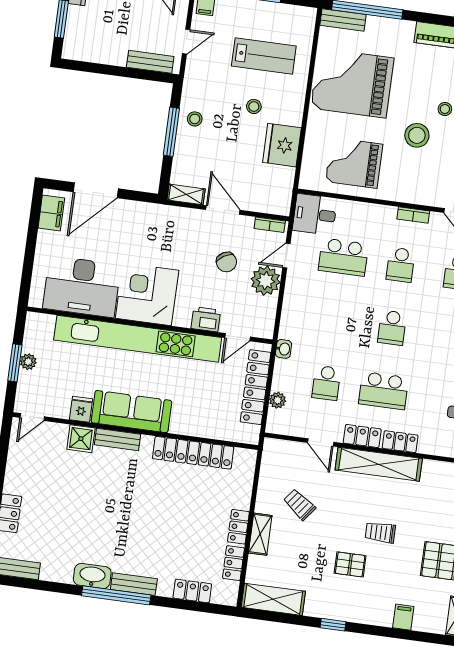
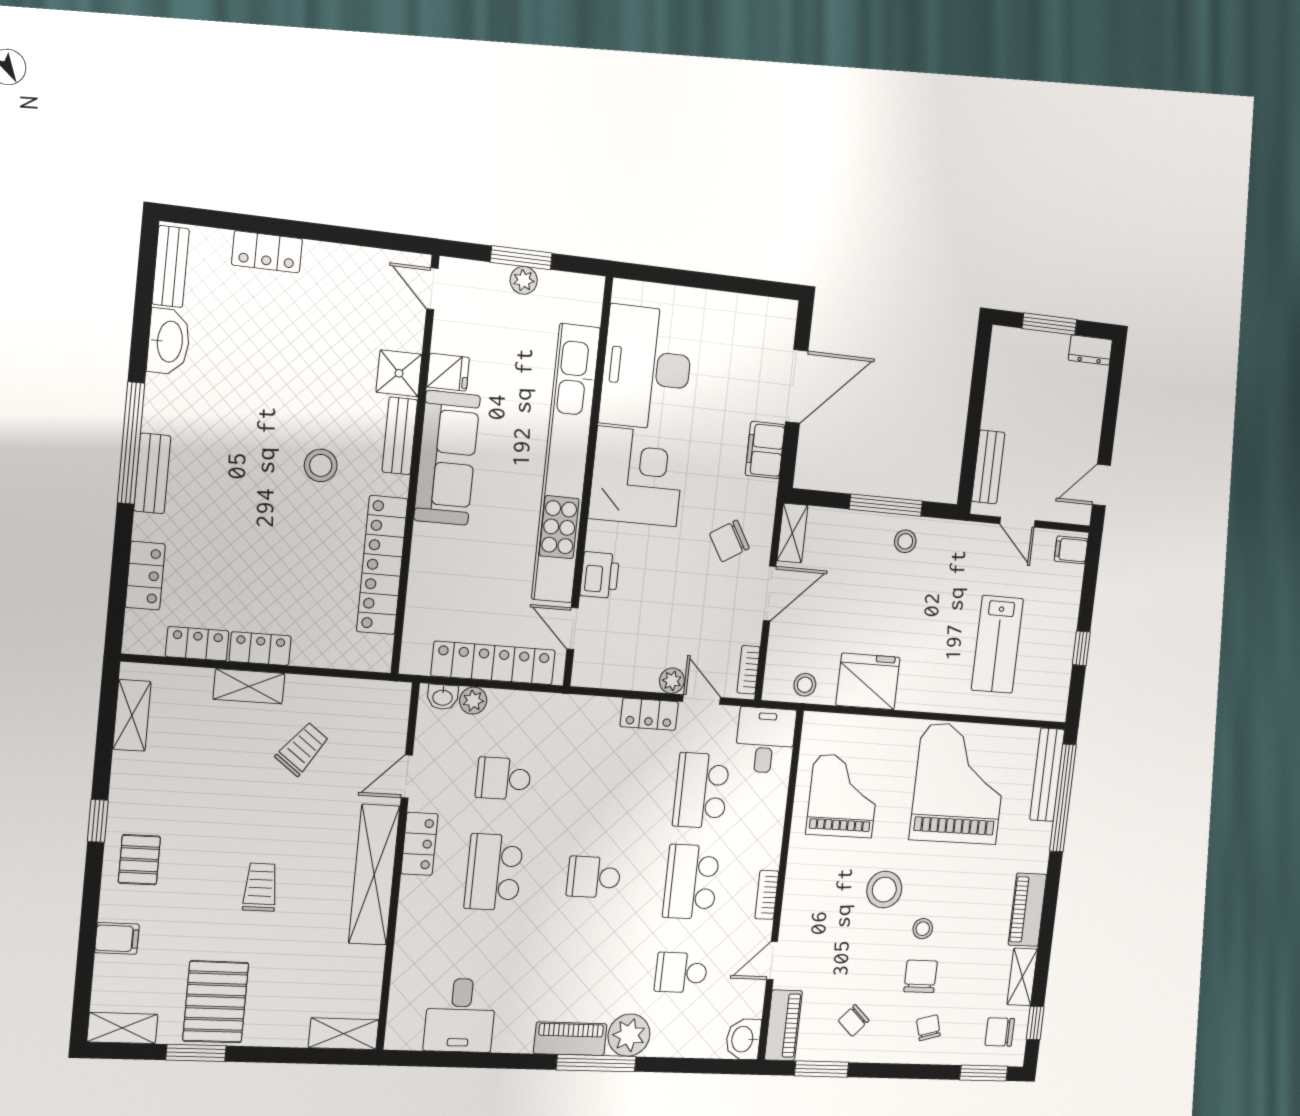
bench: (343, 20) -> (1047, 775), width x1.36
stool: (254, 106) -> (805, 685), moved
door: (96, 190) -> (797, 386), swing flipped
filing cabinet: (51, 213) -> (765, 450), moved, turned 90
chair: (226, 262) -> (729, 541), moved
school desk: (401, 265) -> (691, 882), width x1.85
plant: (266, 281) -> (672, 681), width x0.53, depth x0.53
washbasin: (284, 349) -> (443, 697), moved
locker: (400, 442) -> (649, 714), moved, turned 90
stool: (133, 487) -> (321, 465), added
pallet: (350, 564) -> (139, 860), moved
washbasin: (92, 576) -> (169, 341), moved
shelving: (273, 599) -> (132, 715), width x0.67, depth x0.75

